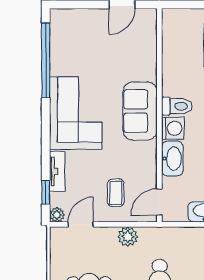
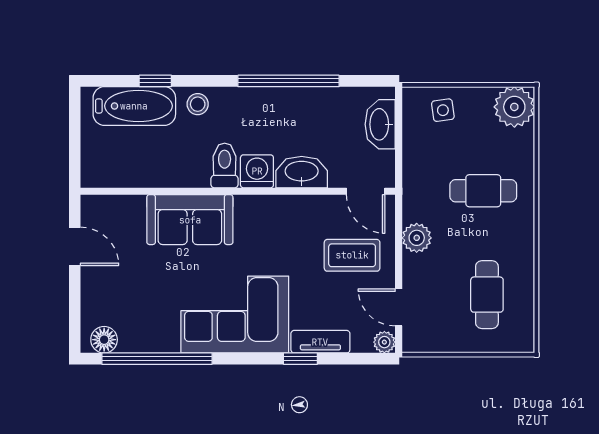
floor lamp: (59, 24) -> (104, 340), added
sofa: (140, 111) -> (190, 220), moved
window: (46, 192) -> (300, 359), moved
coffee table: (116, 193) -> (352, 255), width x1.36, depth x1.30

